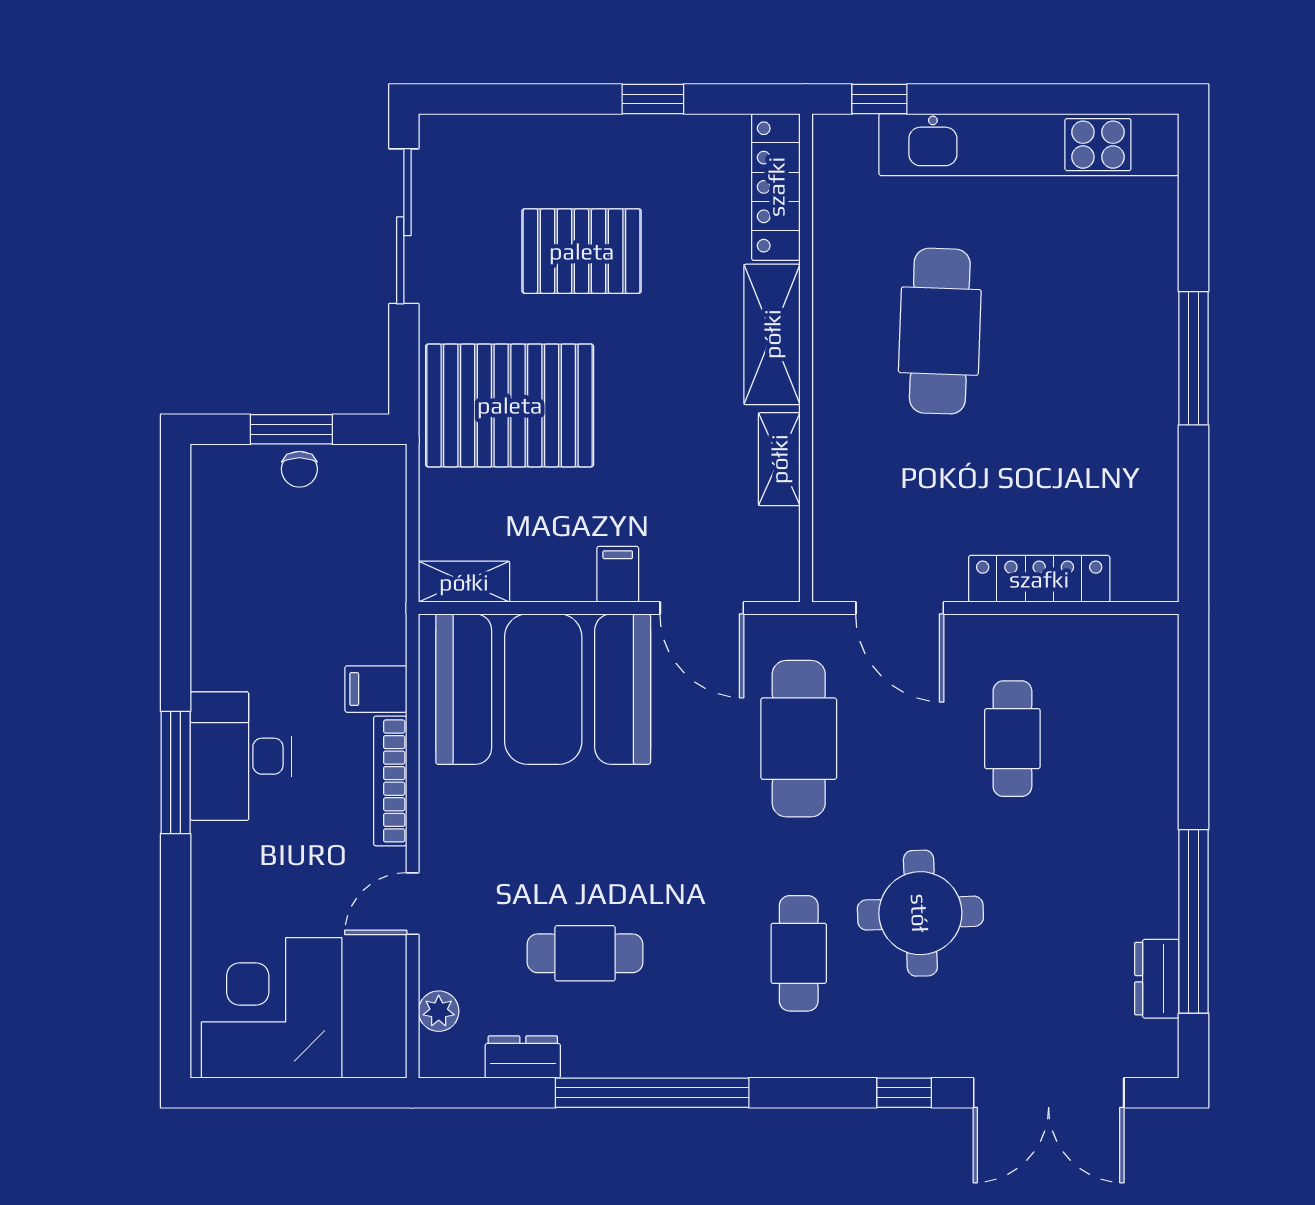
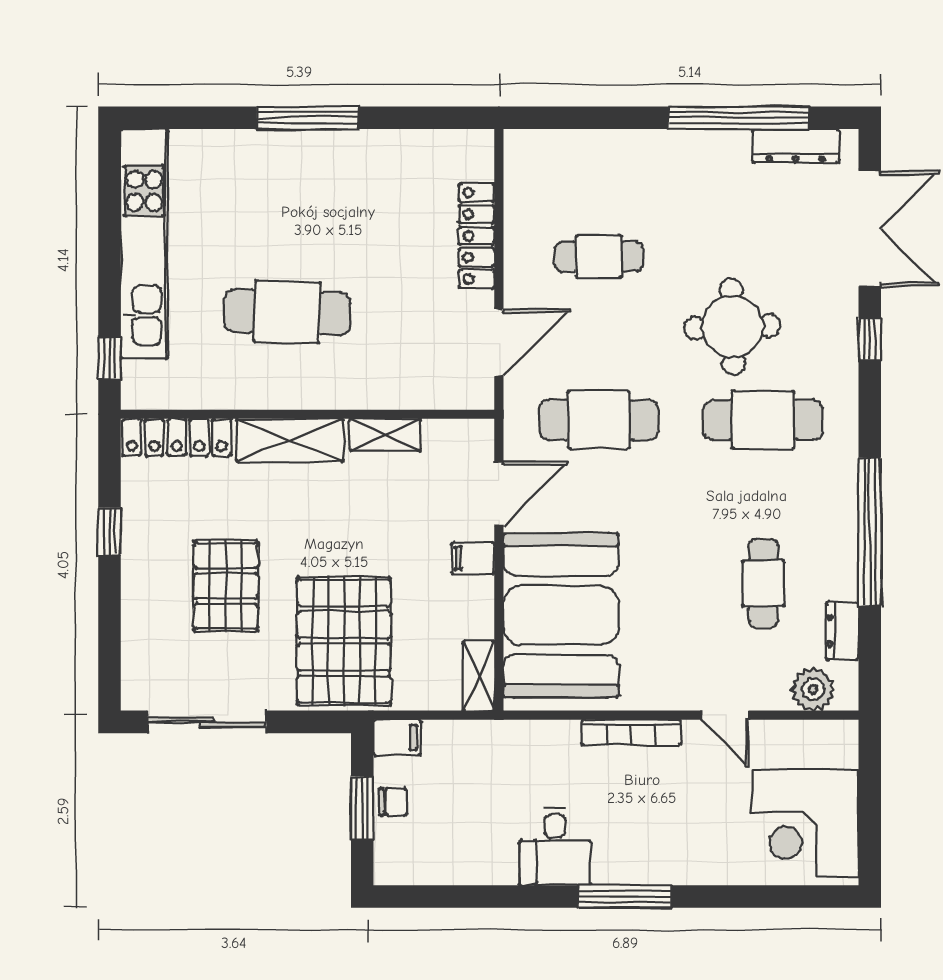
filing cabinet: (376, 689) -> (397, 737), moved, turned -90
desk: (241, 756) -> (555, 847), moved, width x0.73
cafe table: (799, 953) -> (763, 420), width x1.37, depth x1.35
dresser: (1157, 979) -> (796, 146), width x1.44
plant: (439, 1011) -> (813, 689), width x1.38, depth x1.38

